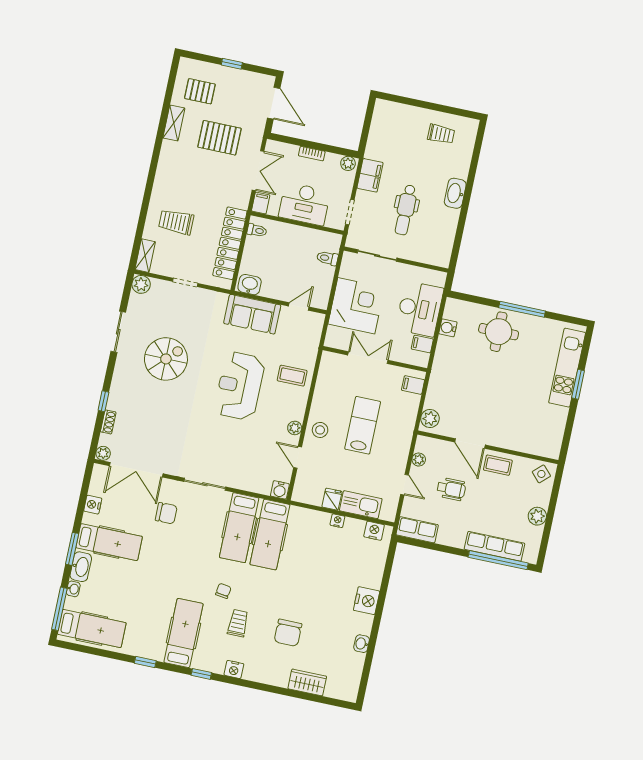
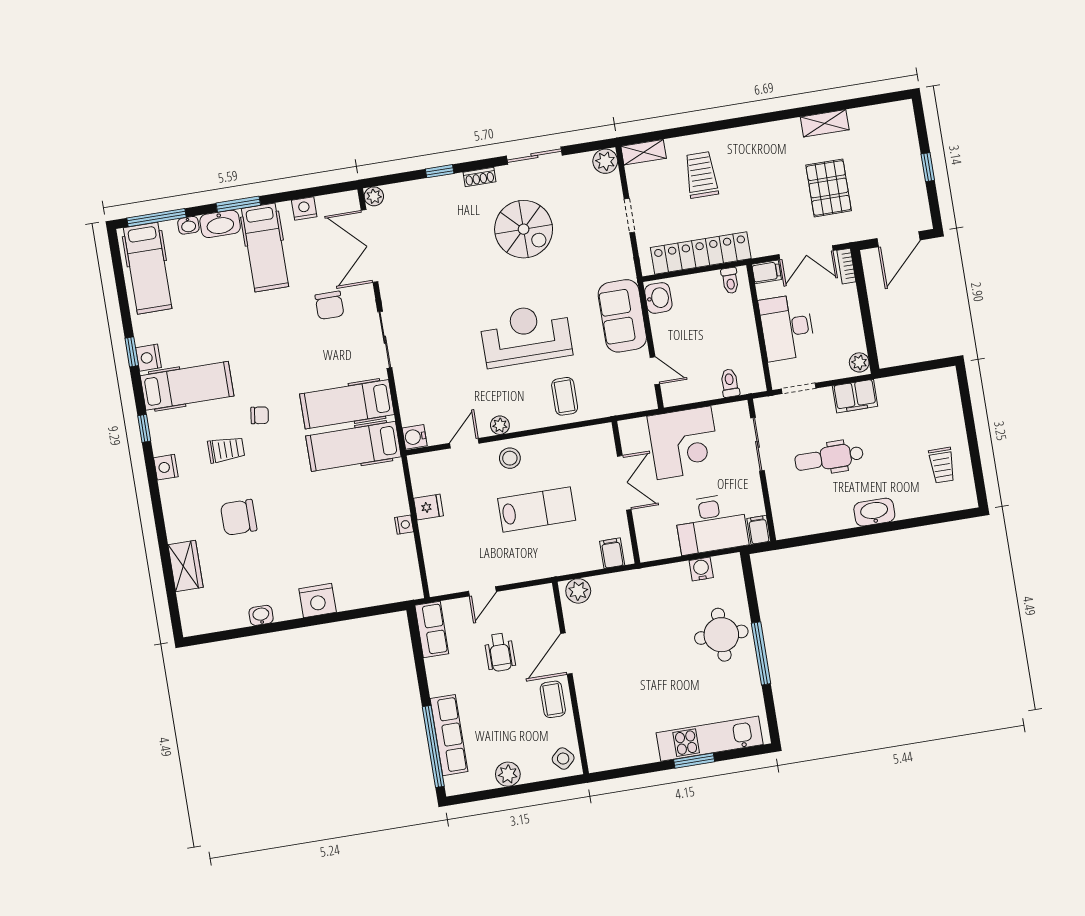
pallet: (200, 91) -> (877, 140), removed
bookcase: (312, 154) -> (846, 266), moved
filing cabinet: (422, 344) -> (759, 530), moved
shoe rack: (108, 422) -> (480, 177), moved
plant: (419, 460) -> (521, 597), removed
kitchen sink: (361, 505) -> (436, 546), removed
nightstand: (374, 531) -> (148, 358), moved, turned 180

